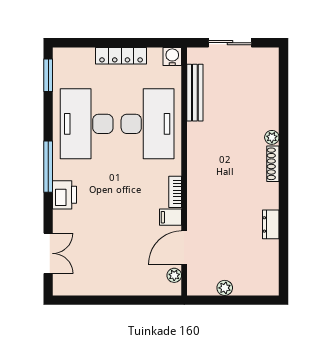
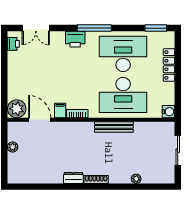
locker: (121, 56) -> (169, 65), moved
bench: (195, 93) -> (114, 127), moved
plant: (272, 137) -> (136, 179), moved
dresser: (271, 224) -> (73, 178), moved
plant: (174, 275) -> (17, 109), width x1.88, depth x1.88
printer: (72, 287) -> (13, 44), added

